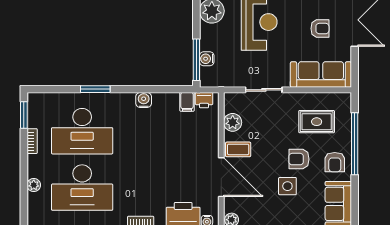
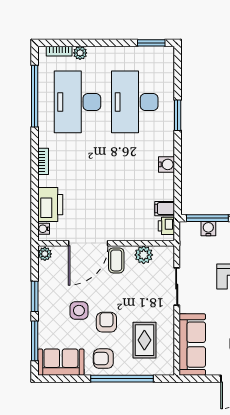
bookcase: (32, 141) -> (59, 51), moved

